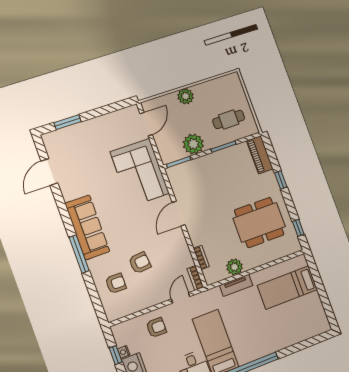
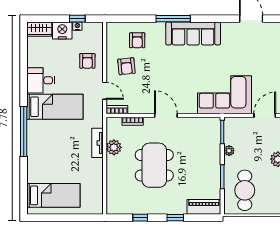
cafe table: (229, 119) -> (245, 190), width x1.37, depth x1.35
door: (146, 124) -> (265, 115), swing flipped
plant: (193, 144) -> (229, 151), width x0.53, depth x0.53
door: (179, 214) -> (166, 115), moved
dining table: (259, 222) -> (154, 165), moved
window: (298, 228) -> (140, 218), moved
armchair: (140, 263) -> (126, 66), moved
bed: (287, 287) -> (53, 195), moved, turned 90

